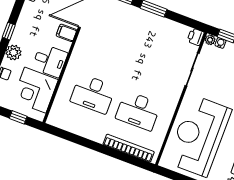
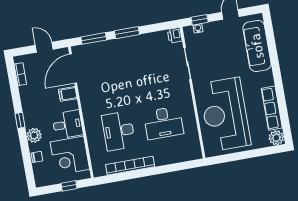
plant: (210, 40) -> (188, 31), removed
desk: (93, 94) -> (119, 131), turned 90
bookcase: (129, 148) -> (130, 166), moved

